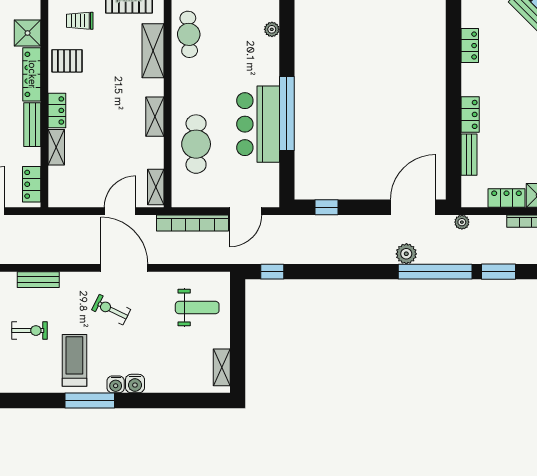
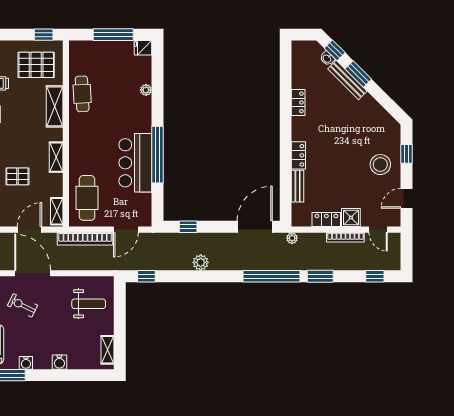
pallet: (105, 142) -> (17, 176), added
cafe table: (196, 144) -> (87, 198), moved
plant: (406, 254) -> (201, 262), moved
water cooler: (135, 384) -> (59, 362), moved

